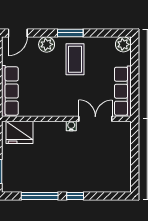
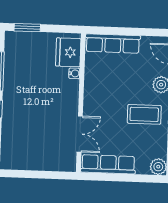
water cooler: (71, 126) -> (74, 73), moved

